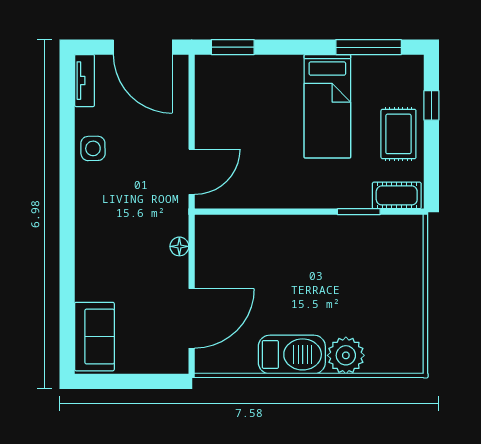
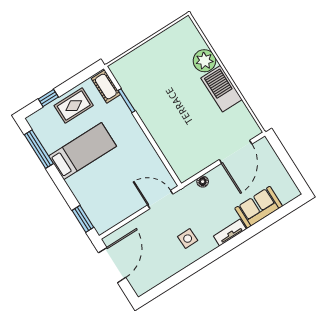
tv unit: (85, 81) -> (230, 232), moved
side table: (93, 148) -> (188, 239), moved
door: (192, 318) -> (236, 152), swing flipped
sofa: (94, 337) -> (259, 207), moved

